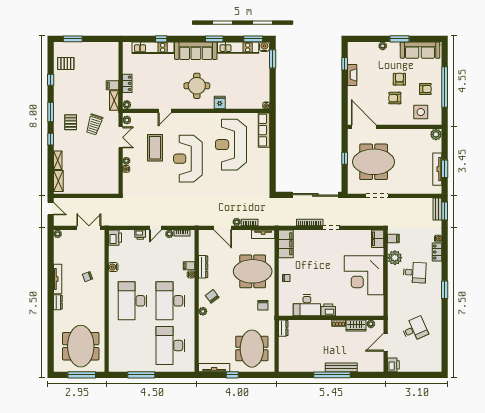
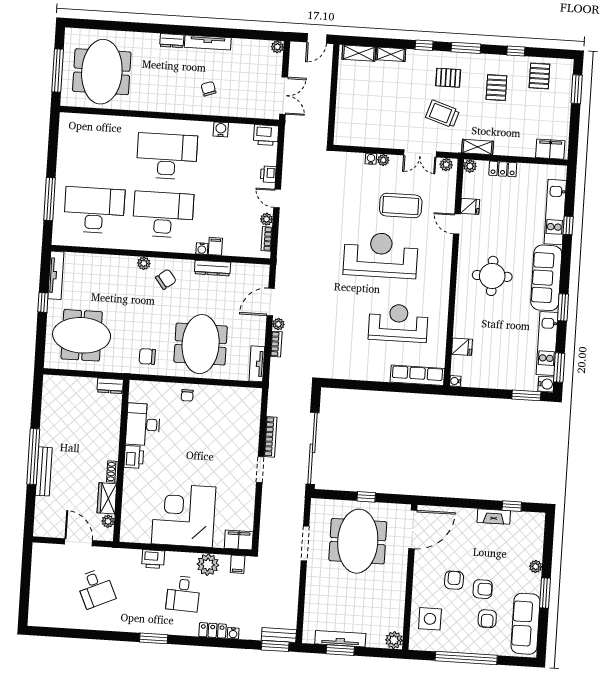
filing cabinet: (113, 85) -> (550, 149), moved, width x2.00
armchair: (425, 89) -> (487, 619), moved
pallet: (75, 91) -> (496, 88), added
fridge: (220, 102) -> (462, 347), moved
fridge: (153, 103) -> (470, 206), added
reception desk: (231, 145) -> (398, 323), width x0.74, depth x0.77
filing cabinet: (286, 244) -> (240, 398), removed
meeting table: (81, 346) -> (102, 72), turned 90
printer: (393, 365) -> (153, 559), moved
window: (141, 375) -> (49, 199), moved

